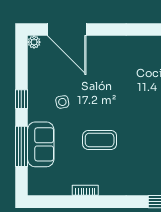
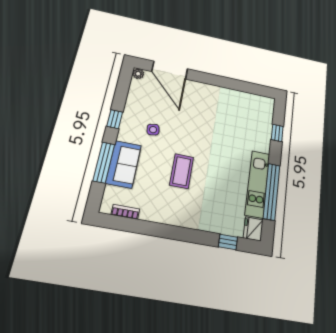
coffee table: (100, 140) -> (182, 171), turned 90
bookcase: (85, 190) -> (125, 212), moved

